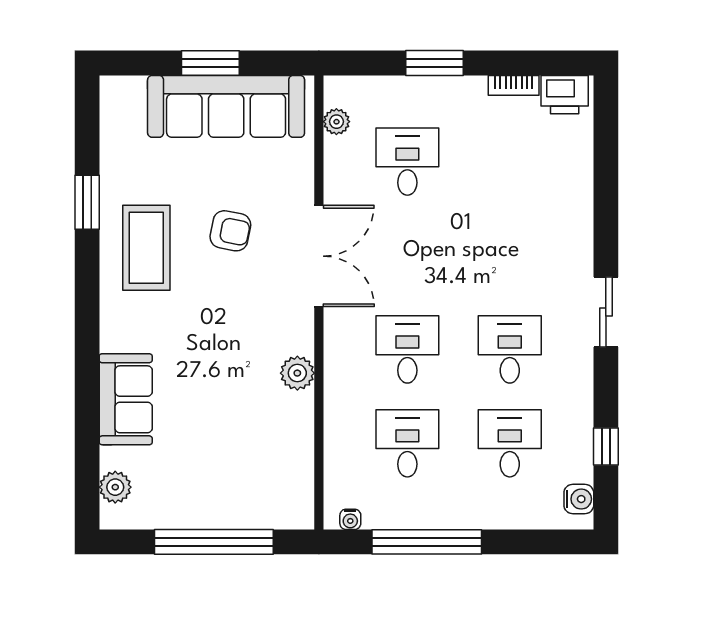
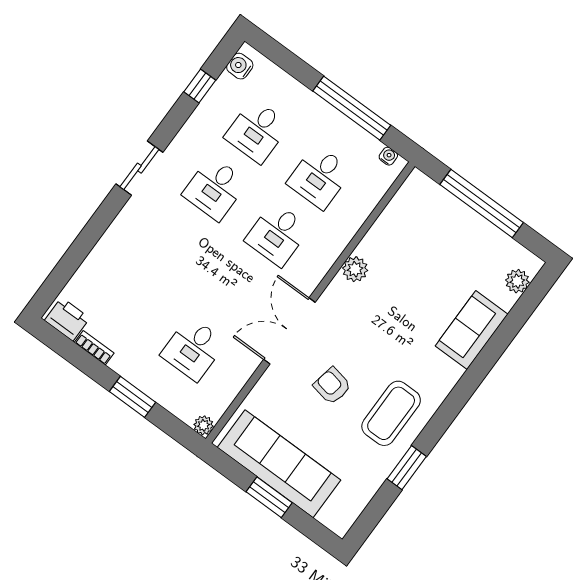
plant: (336, 122) -> (204, 425), moved

